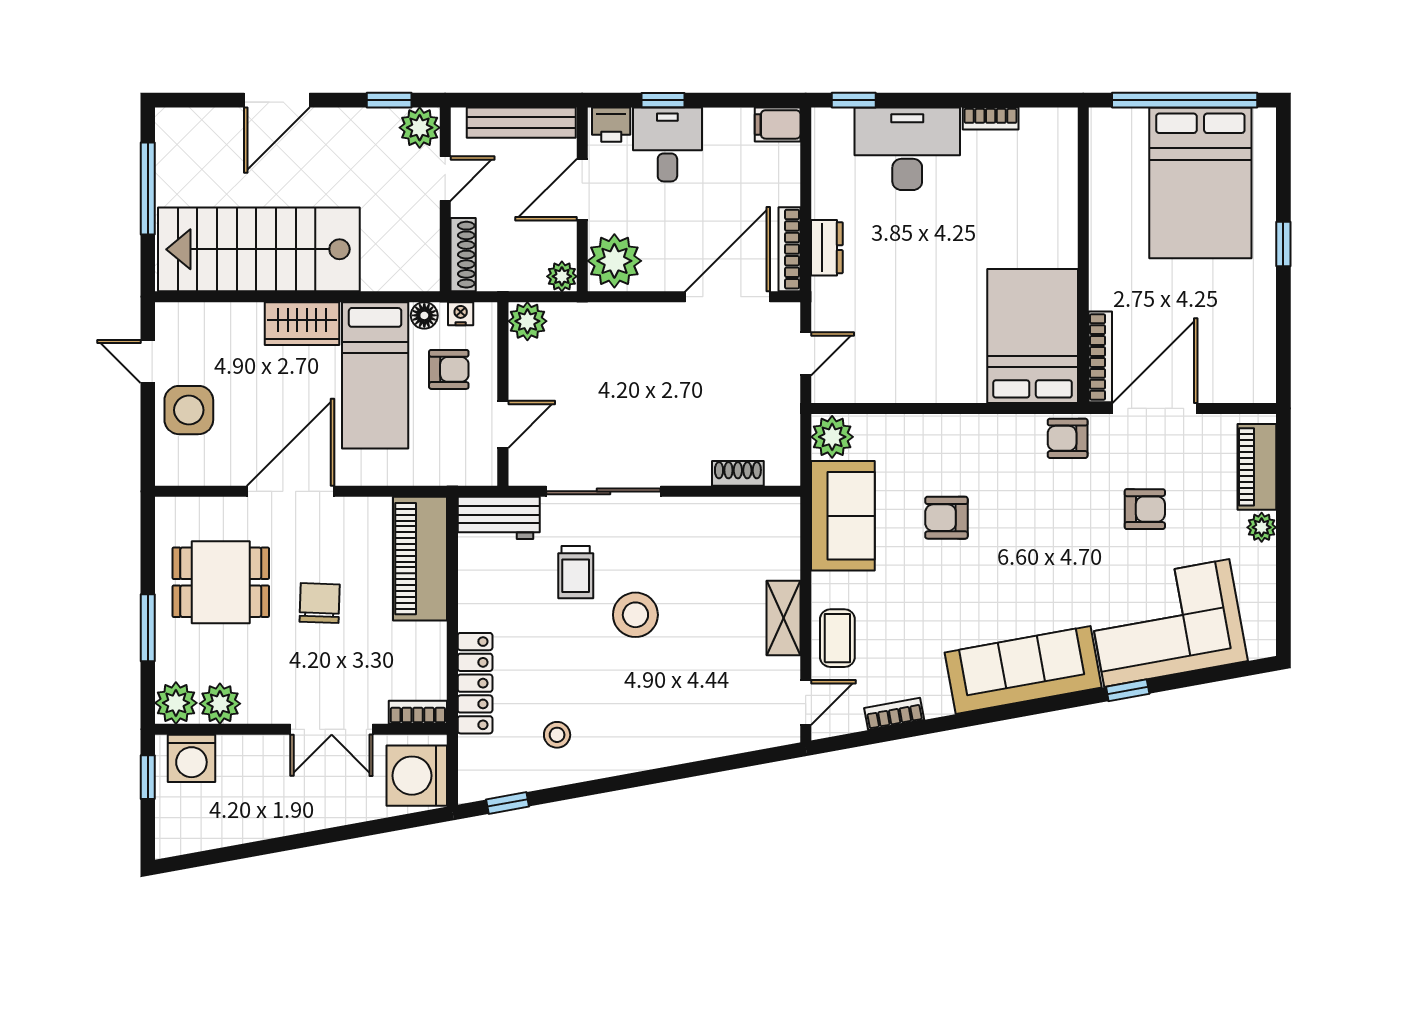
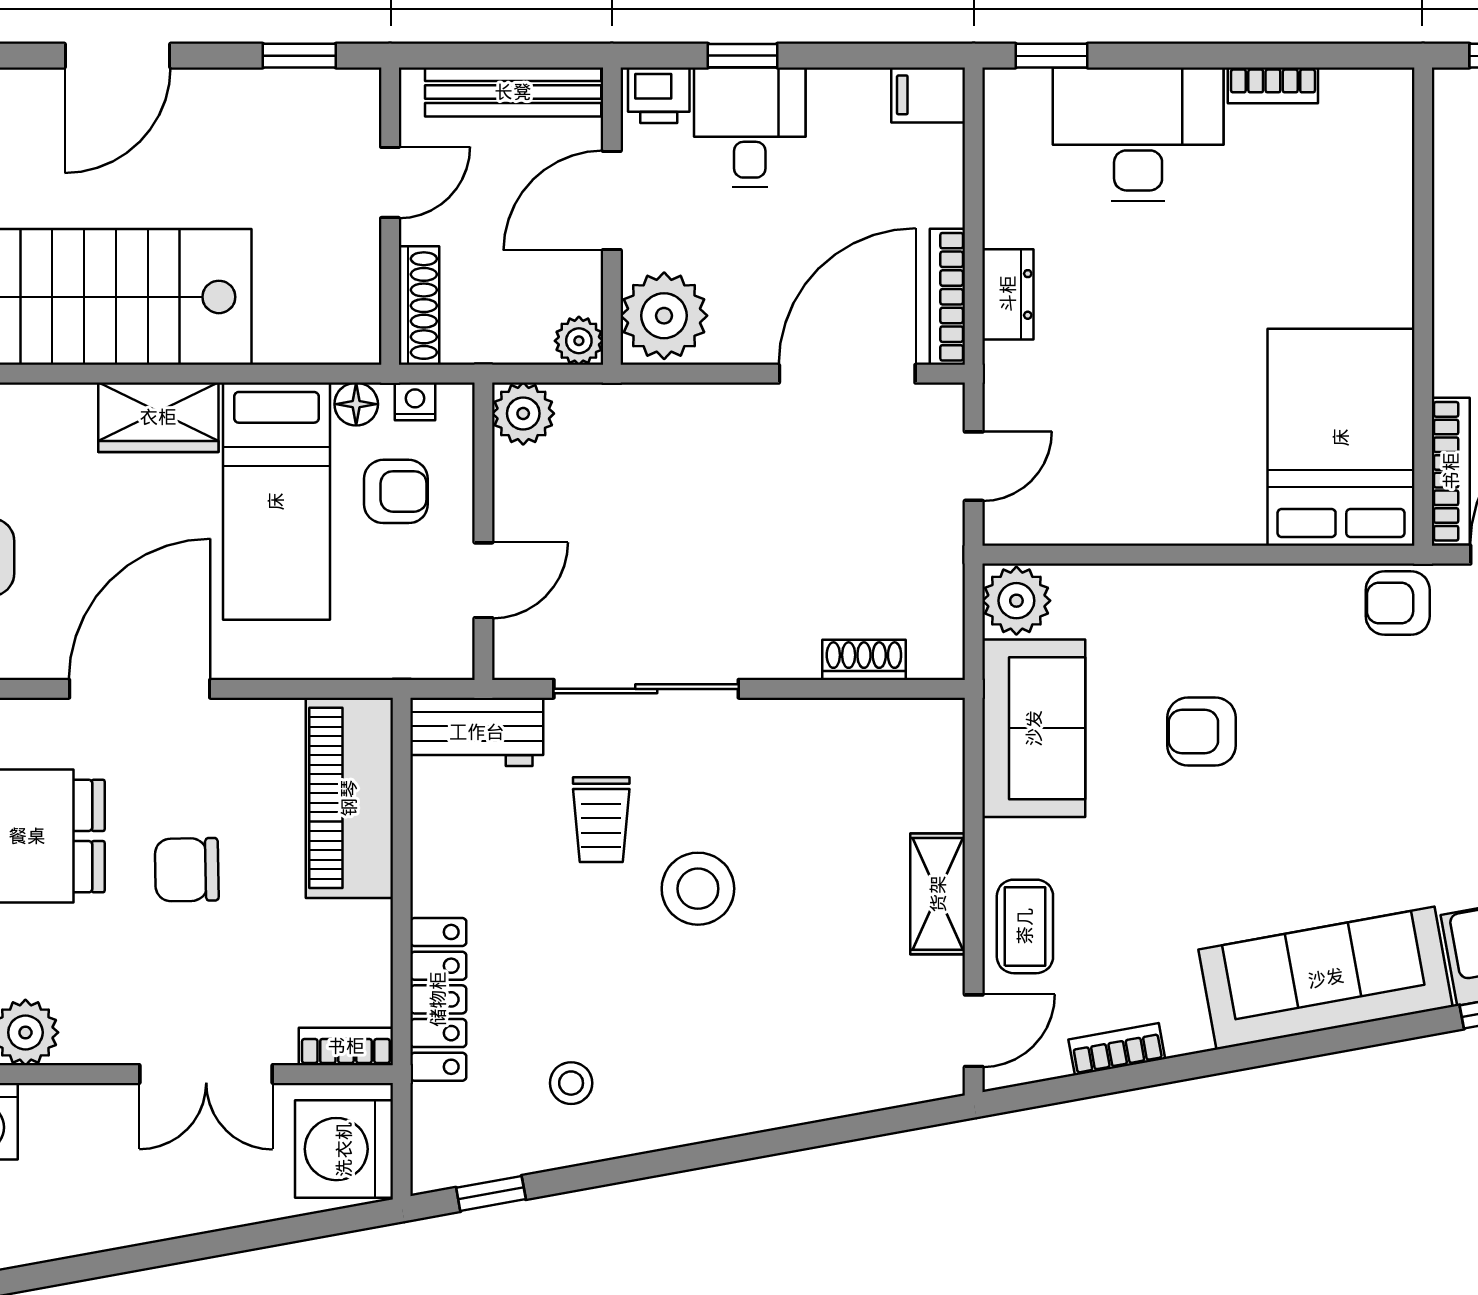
plant: (420, 128) -> (349, 100), removed
chair: (320, 603) -> (187, 870), turned -93

